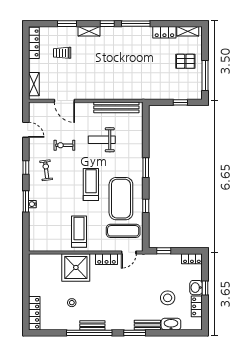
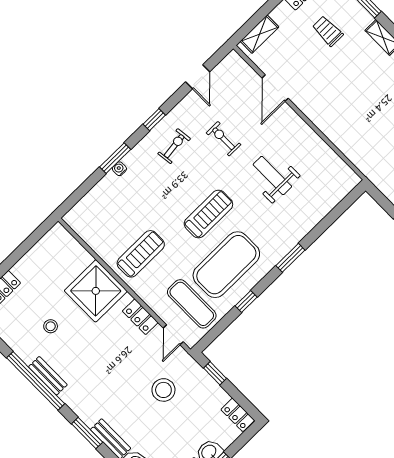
bench: (116, 107) -> (326, 156), removed
door: (129, 252) -> (173, 335), hinge flipped
stool: (168, 298) -> (163, 390), moved

